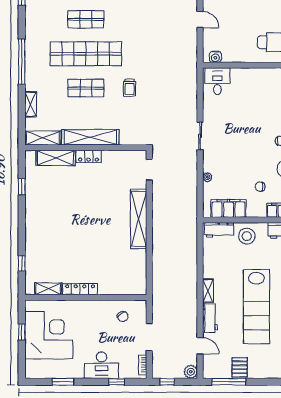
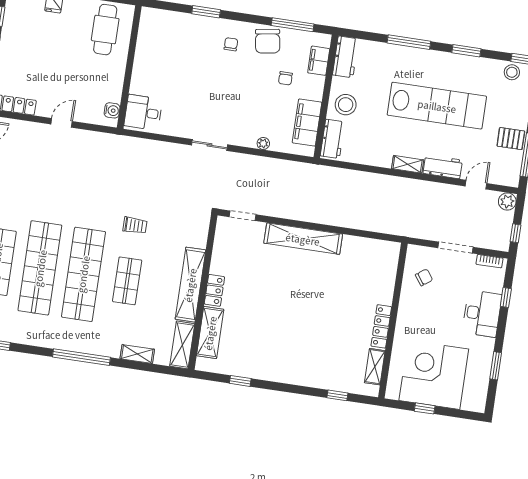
shop shelf: (86, 19) -> (40, 268), width x2.00, depth x1.36

